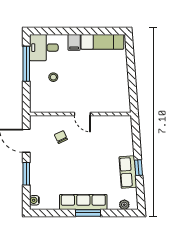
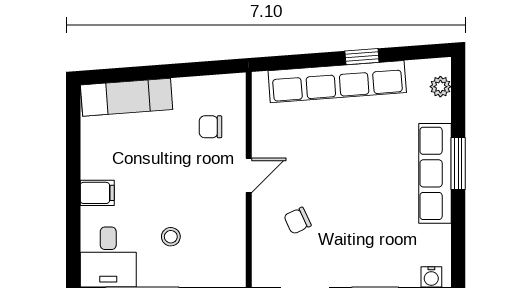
exam couch: (102, 42) -> (127, 97), moved, turned 86
chair: (105, 96) -> (211, 127), added
row of seats: (128, 172) -> (337, 82), width x2.02

